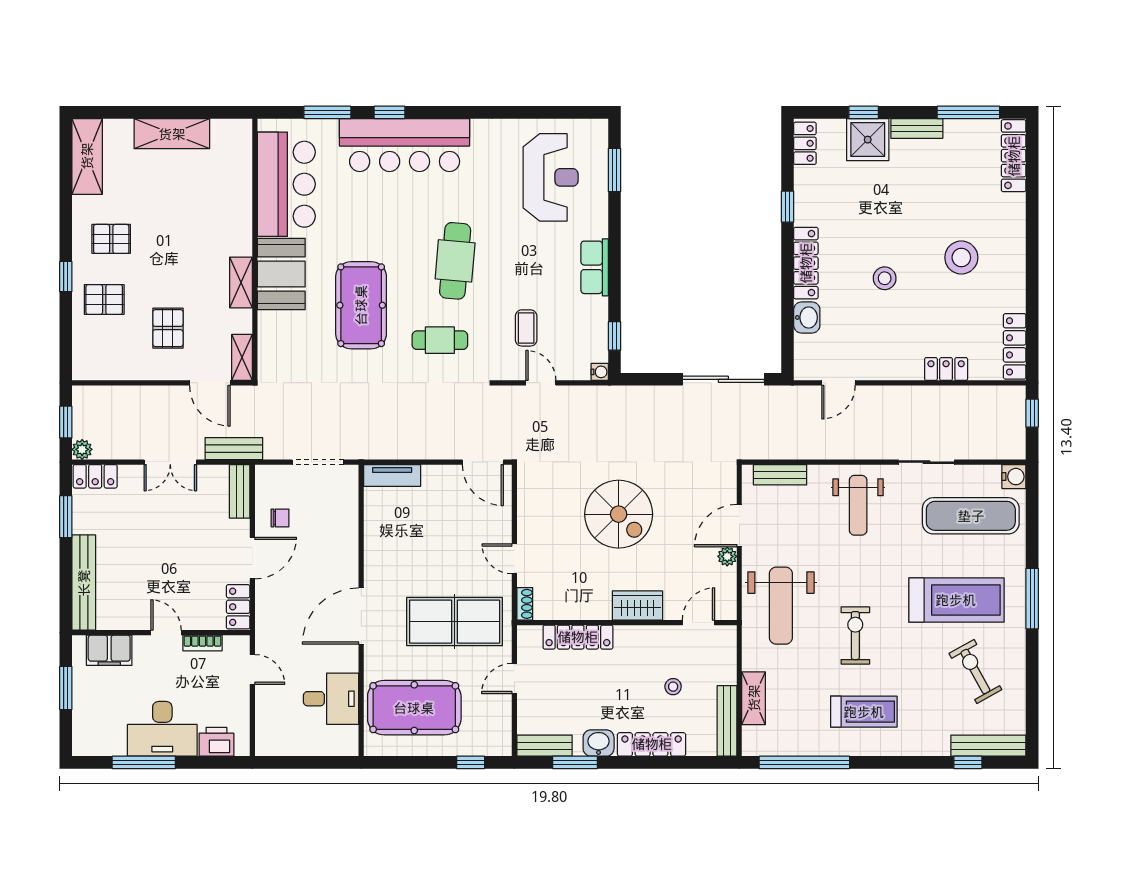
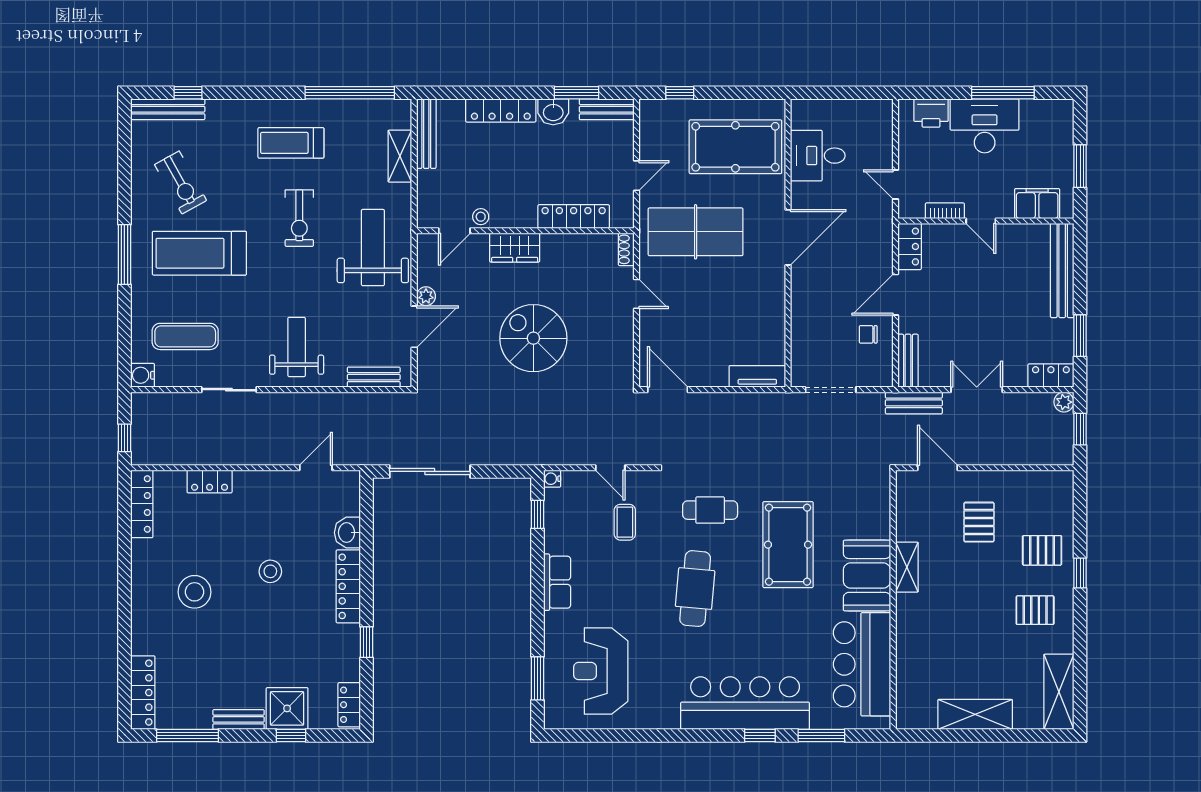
shelving: (242, 357) -> (906, 493), removed
exercise mat: (971, 516) -> (185, 336), width x0.73, depth x0.69
stool: (673, 687) -> (481, 217), moved

